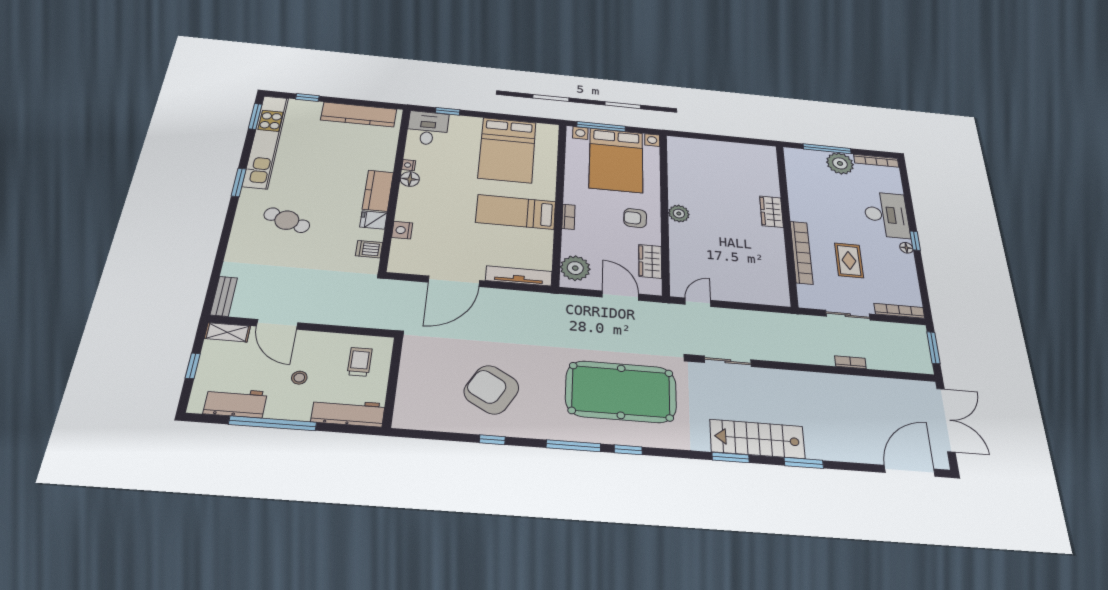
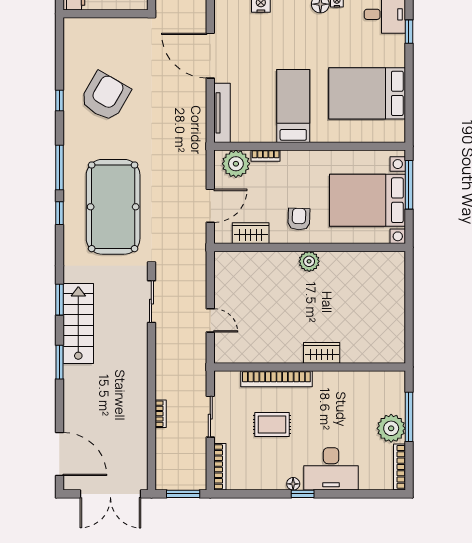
bookcase: (568, 217) -> (266, 156), moved
door: (698, 302) -> (210, 320), moved

